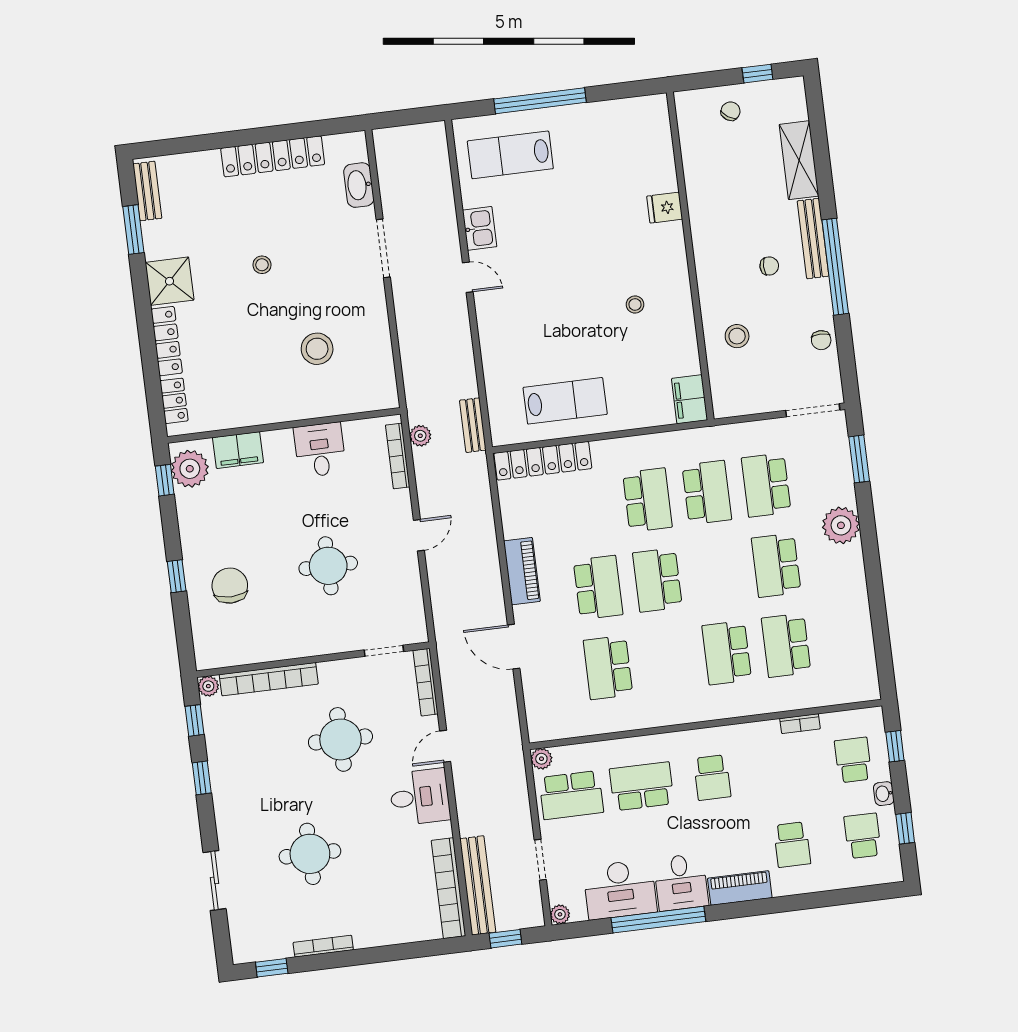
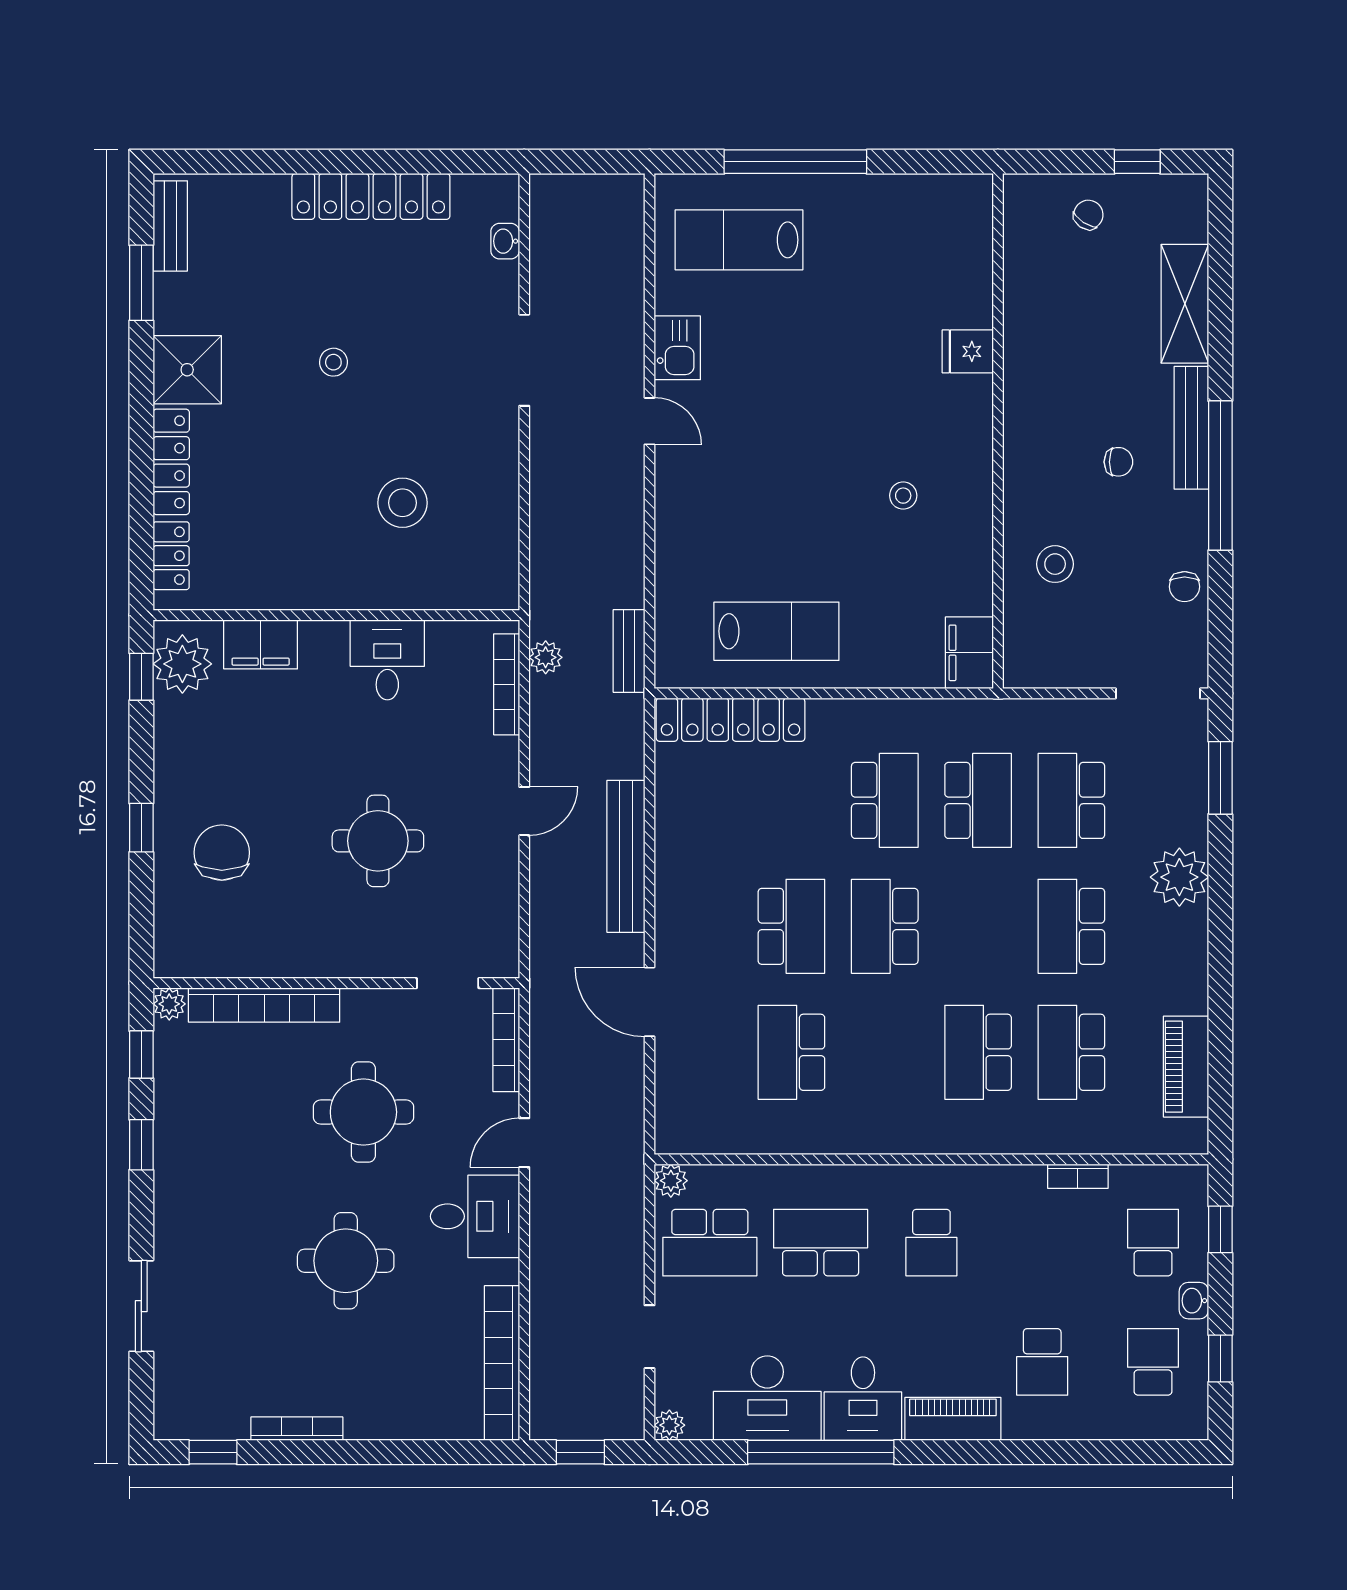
washbasin: (359, 185) -> (505, 241), width x0.52, depth x0.69
piano: (522, 571) -> (1186, 1067), moved, turned 180
round table: (310, 854) -> (346, 1261), moved
bench: (478, 885) -> (626, 856), moved

